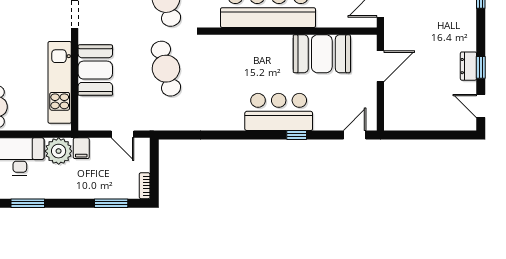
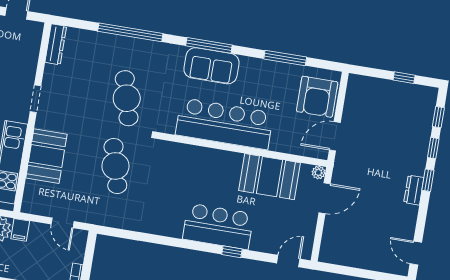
plant: (370, 41) -> (318, 172), added
dresser: (468, 66) -> (414, 190), moved
window: (481, 67) -> (428, 180), moved

